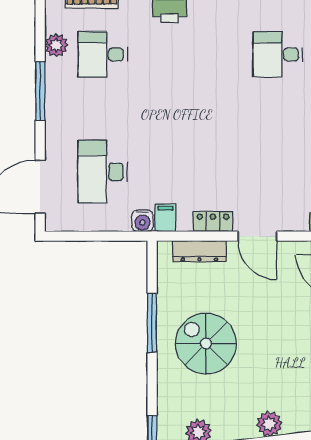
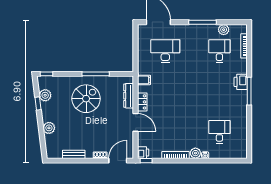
water cooler: (142, 221) -> (143, 69), removed
door: (257, 236) -> (136, 122), swing flipped

